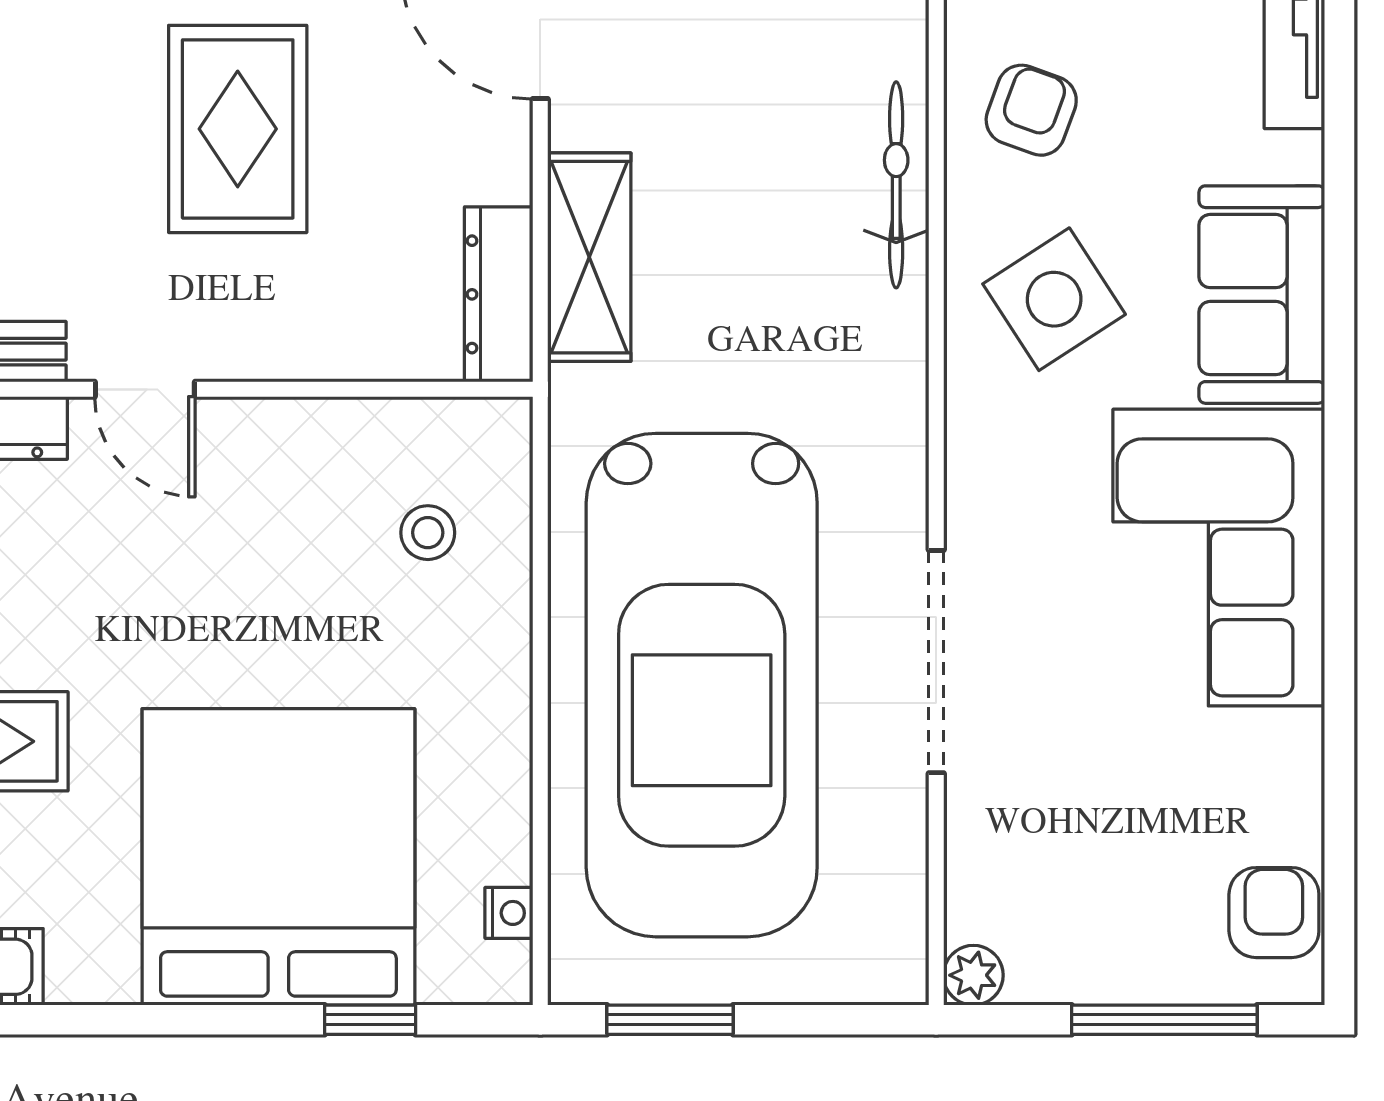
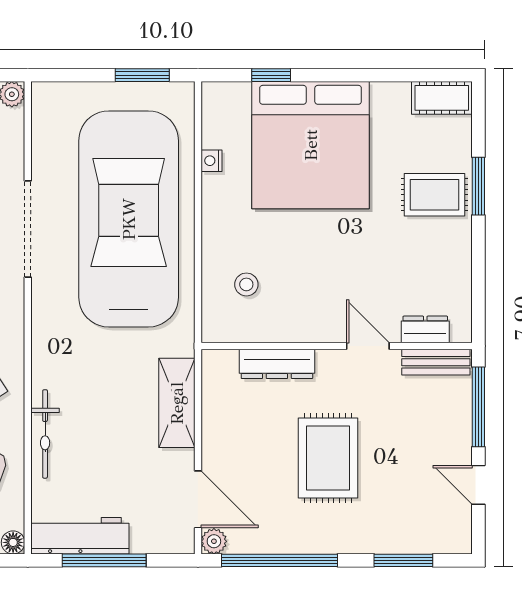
dresser: (499, 294) -> (277, 364), moved, turned 90
nightstand: (509, 913) -> (211, 161), moved

